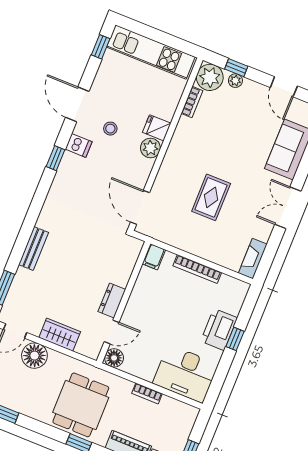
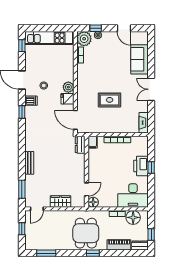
fridge: (157, 128) -> (67, 99), moved
rug: (211, 197) -> (110, 100), turned 90
dresser: (112, 300) -> (80, 145), moved
floor lamp: (34, 356) -> (133, 217), moved

